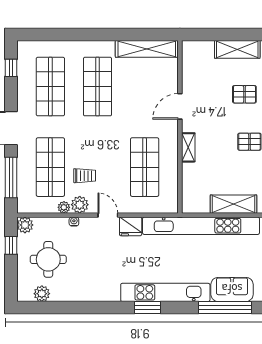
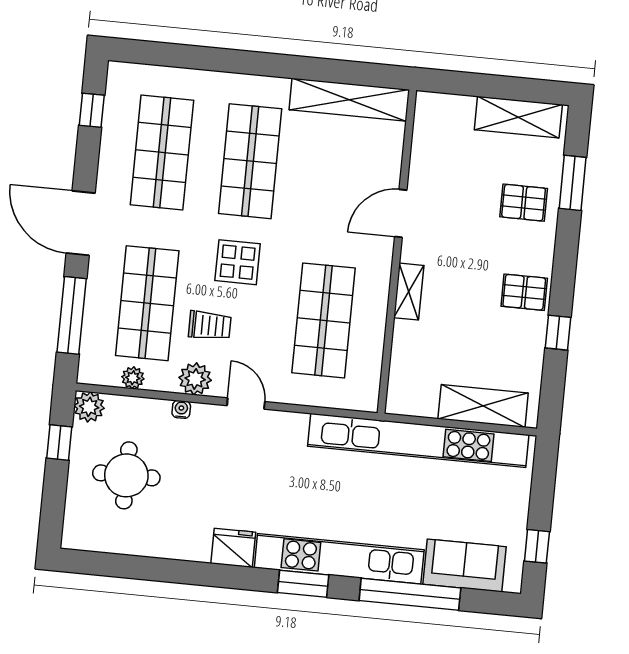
display table: (96, 141) -> (238, 262), added
plant: (64, 207) -> (133, 378), moved
fridge: (131, 226) -> (233, 548), moved, turned 180
plant: (42, 294) -> (108, 538), removed
window: (225, 308) -> (410, 594), moved

